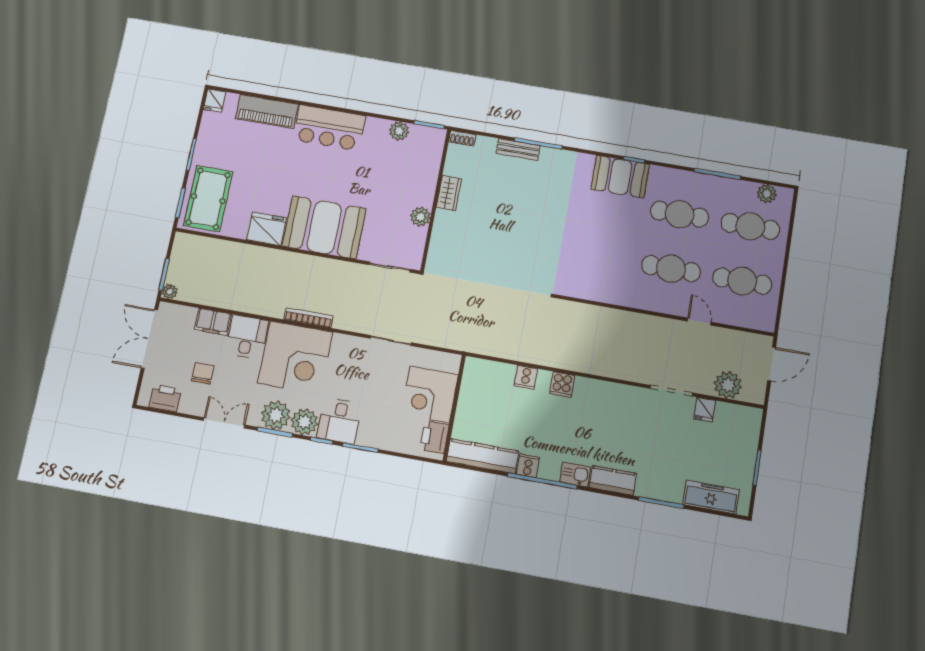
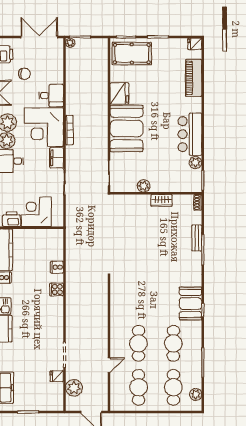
bar counter: (329, 128) -> (190, 134), moved
filing cabinet: (213, 322) -> (56, 158), moved

